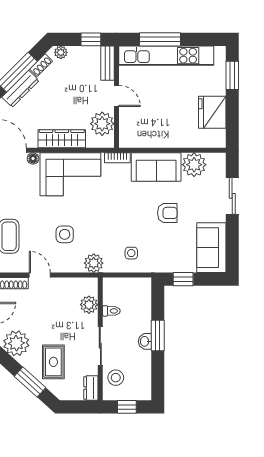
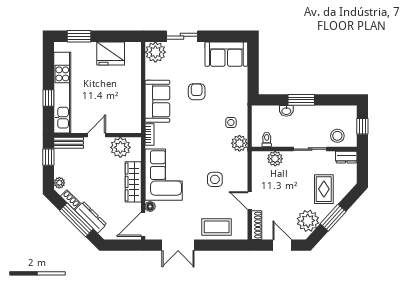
window: (160, 39) -> (48, 98), width x0.46
plant: (194, 165) -> (155, 52), moved
plant: (94, 263) -> (239, 143), moved
door: (40, 275) -> (250, 201), hinge flipped
window: (183, 279) -> (253, 78), removed
toilet: (111, 311) -> (267, 139), moved
washbasin: (145, 341) -> (286, 111), moved
rug: (53, 362) -> (324, 189), turned 90
window: (30, 382) -> (333, 218), moved

